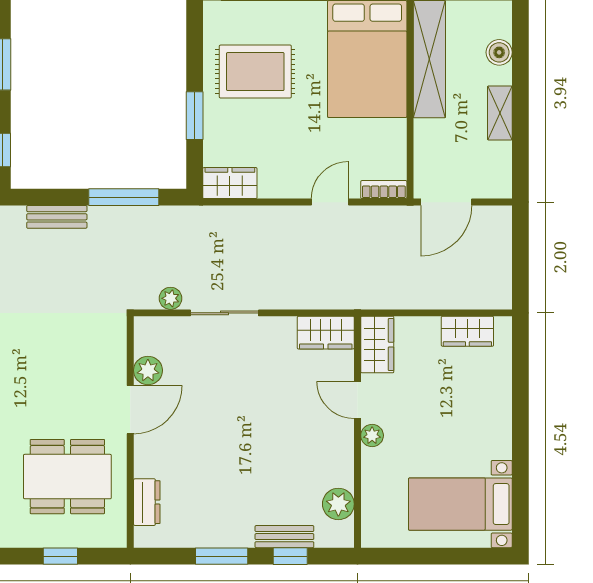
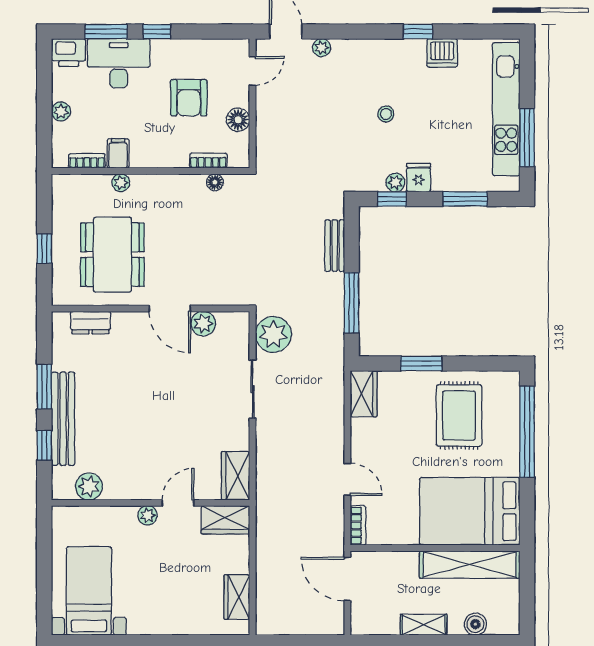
plant: (171, 298) -> (273, 335), width x1.88, depth x1.88
bench: (284, 537) -> (63, 419), width x1.86, depth x1.21

